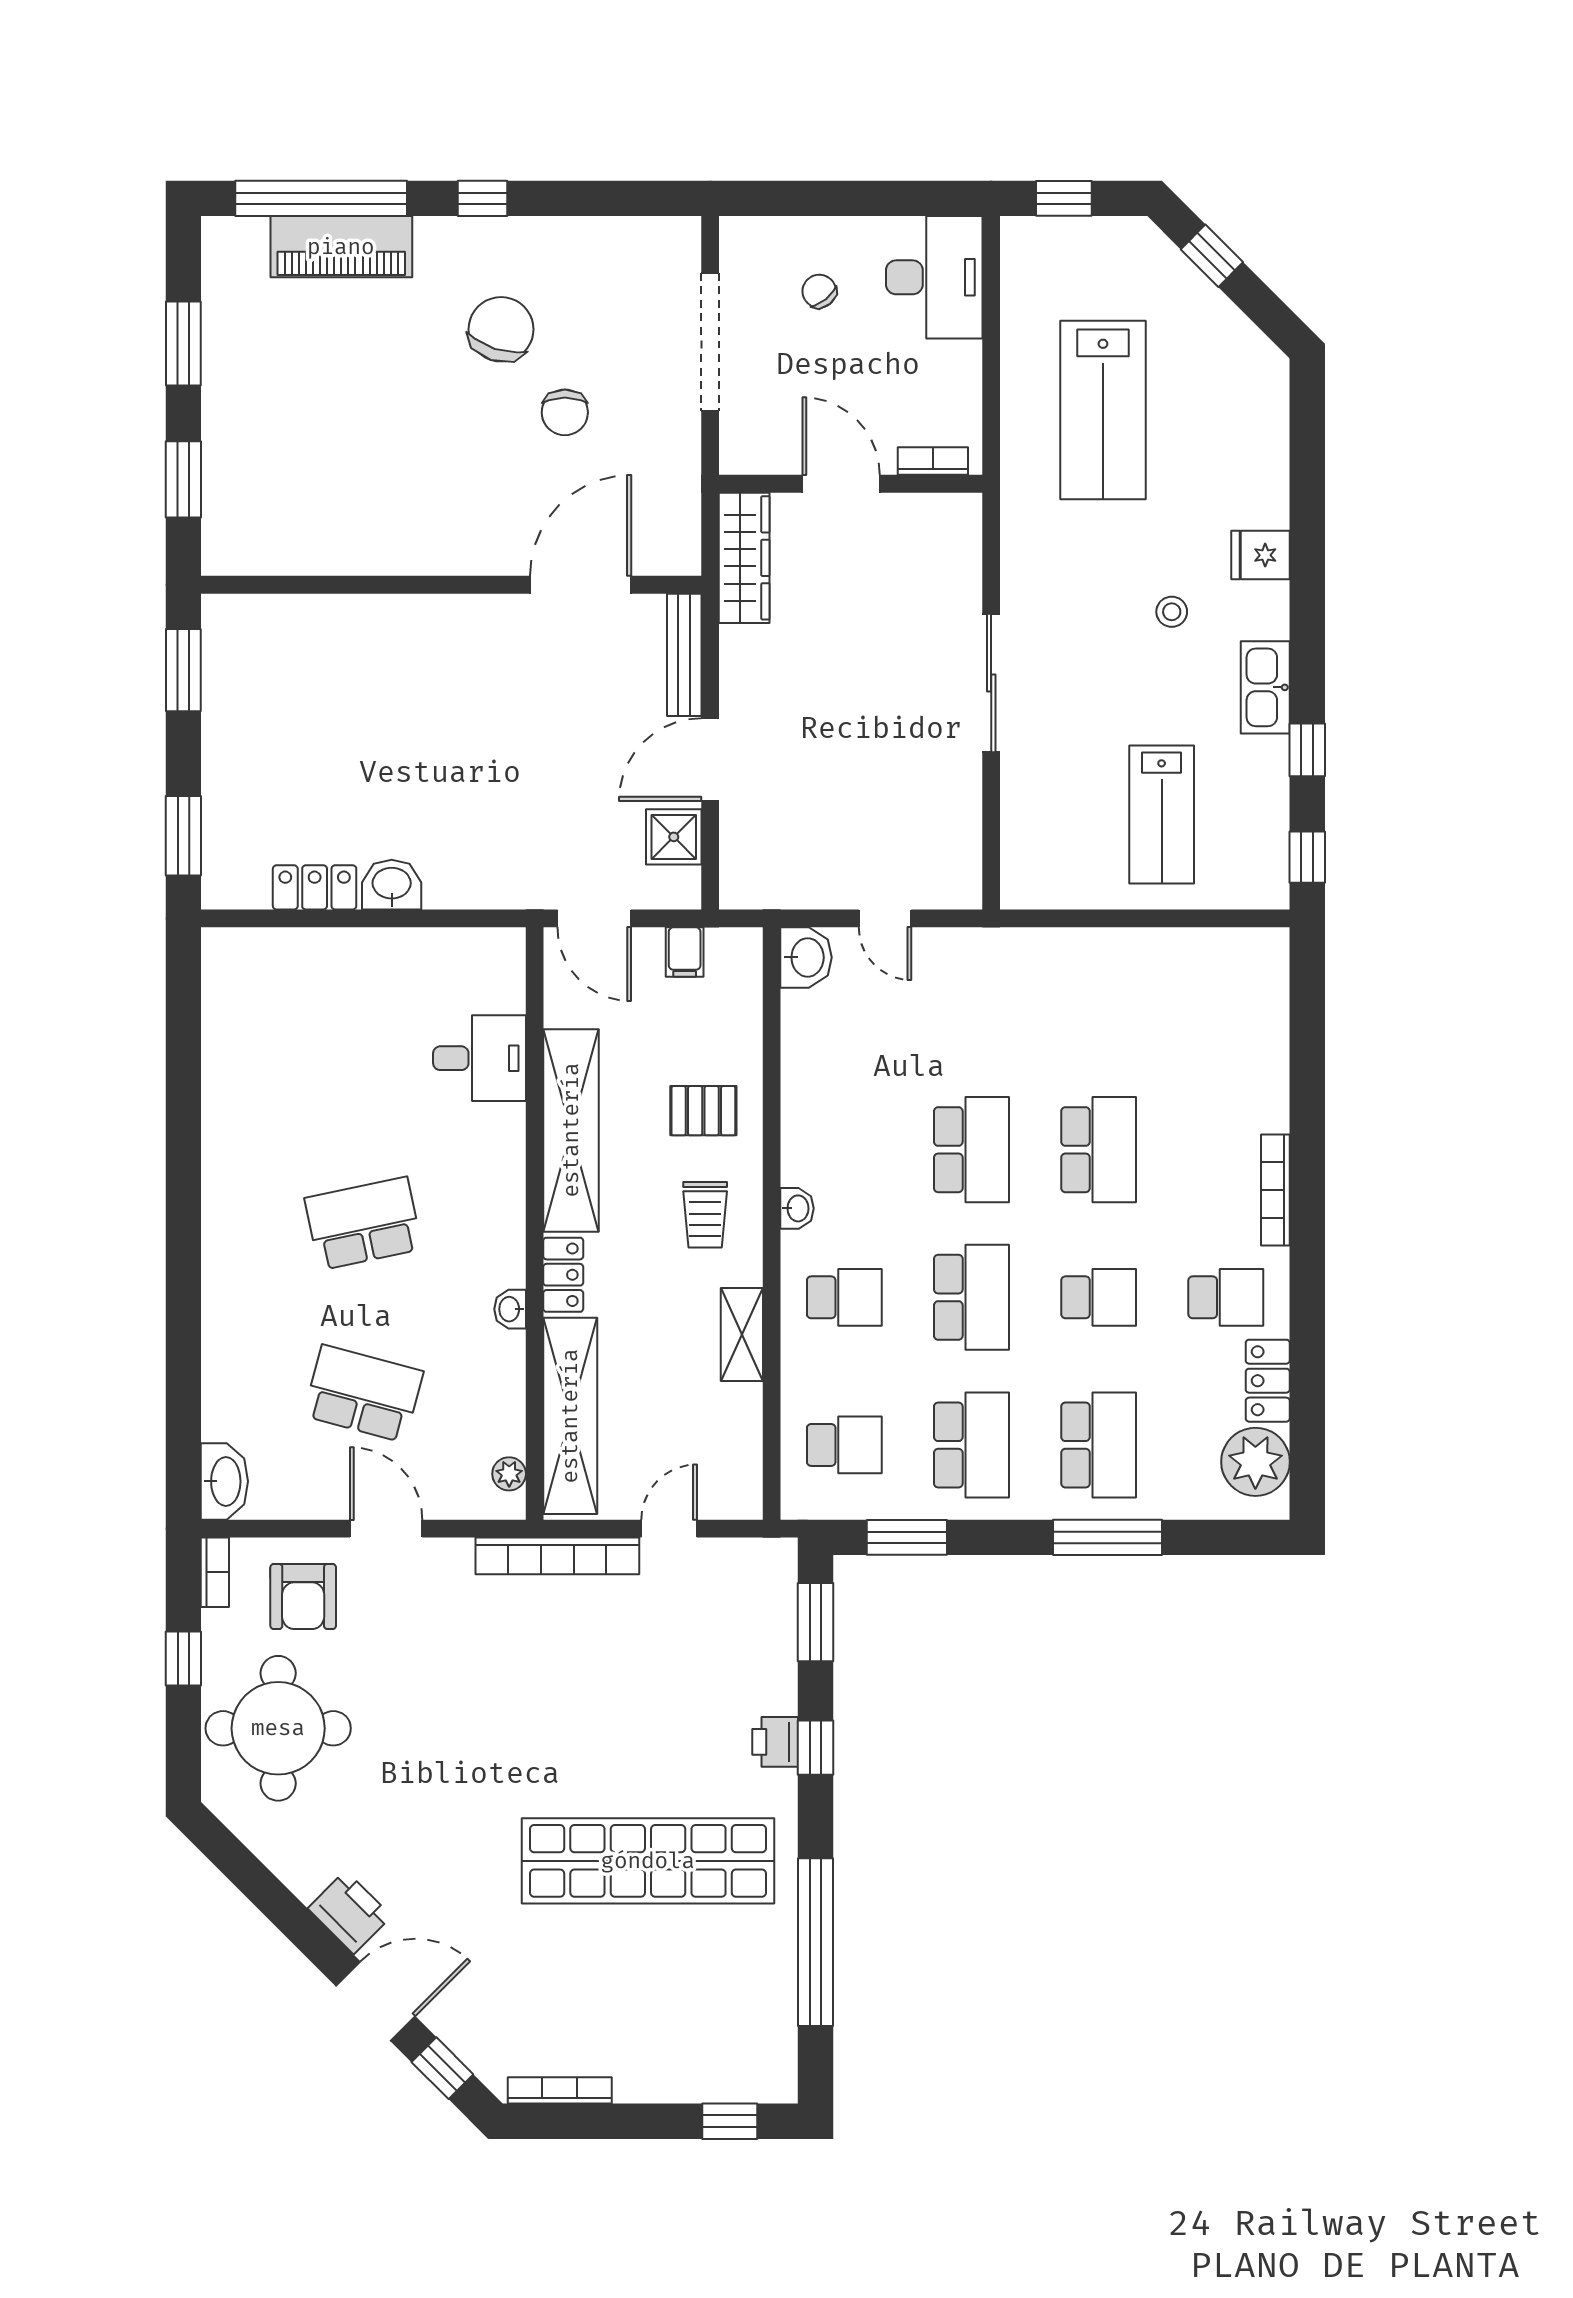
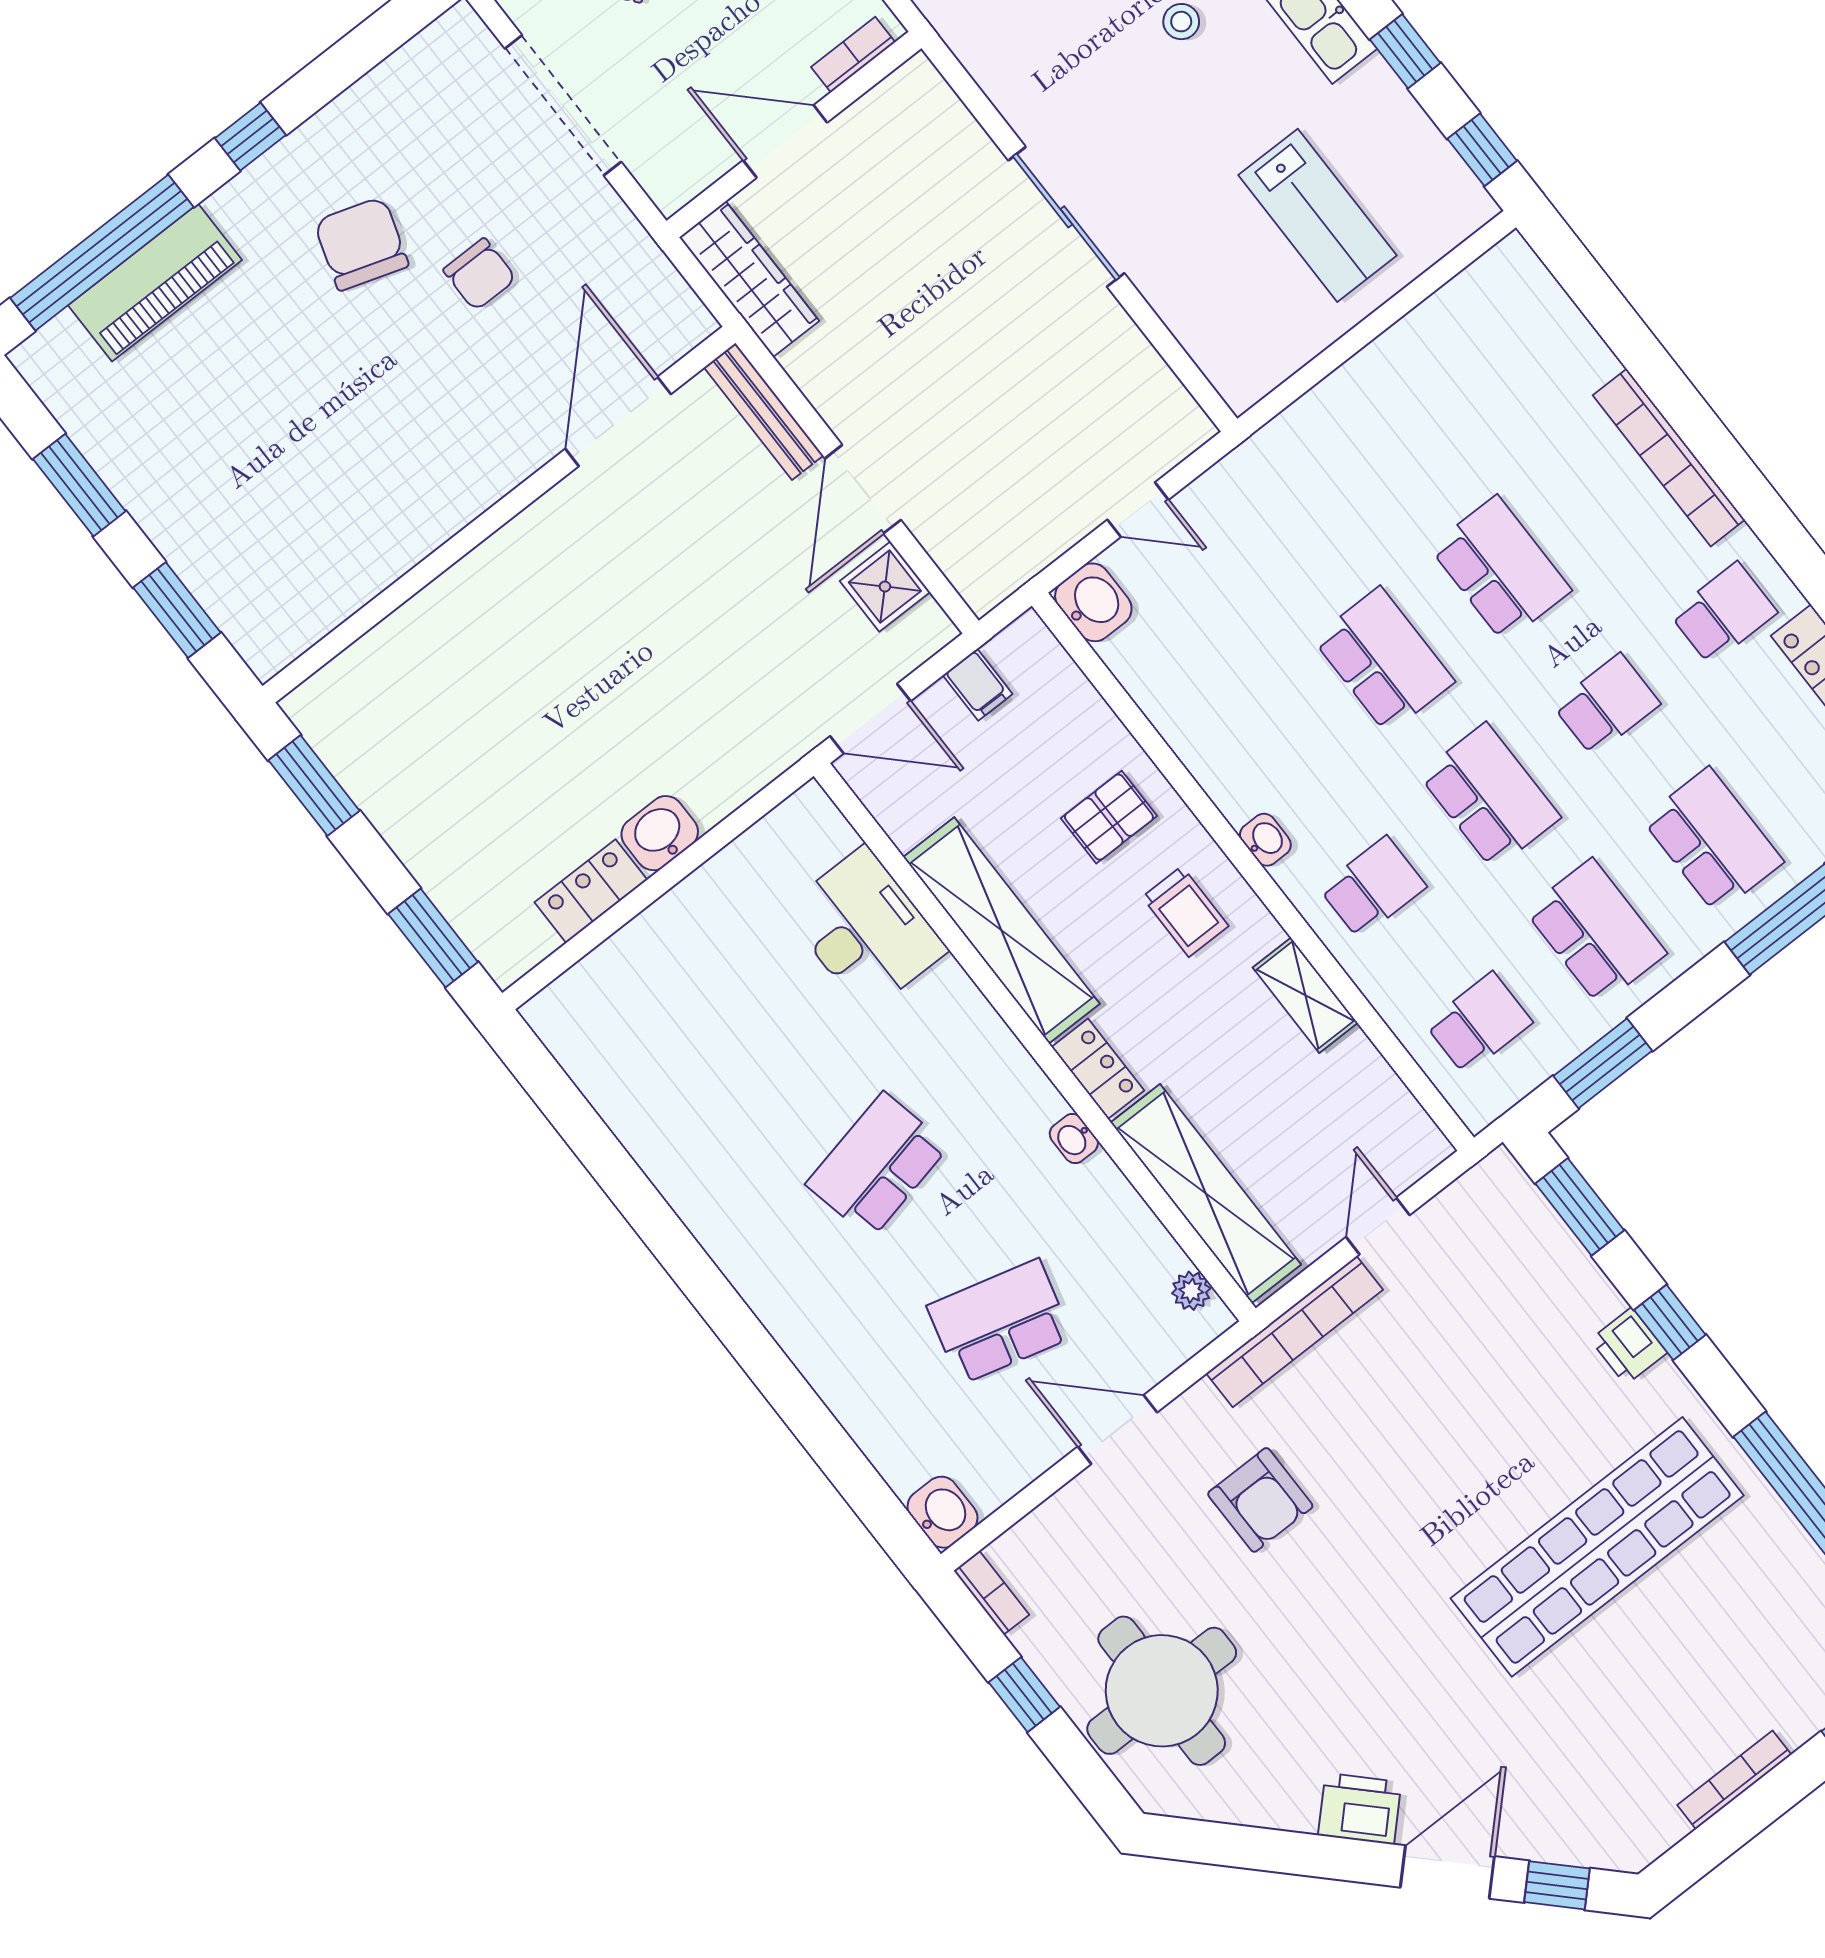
desk: (479, 1058) -> (865, 930), width x1.37
bookcase: (1275, 1190) -> (1669, 457), width x1.48, depth x1.31
washbasin: (224, 1481) -> (942, 1512), width x0.72
armchair: (303, 1597) -> (1260, 1500), moved
bookcase: (560, 2090) -> (1734, 1780), moved

